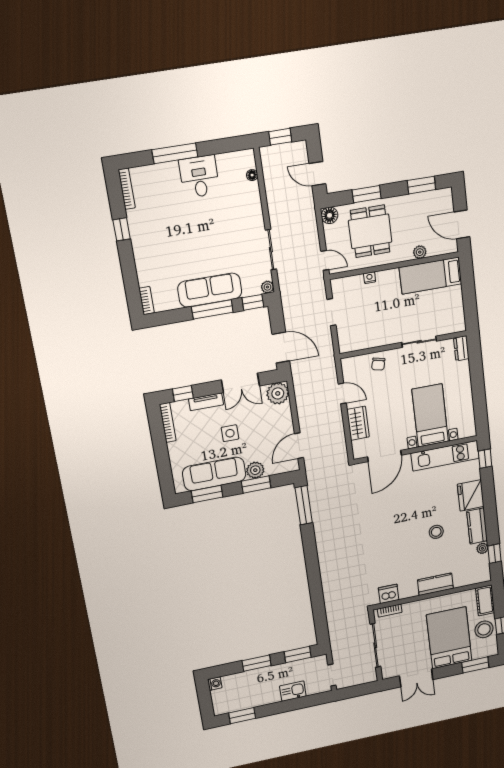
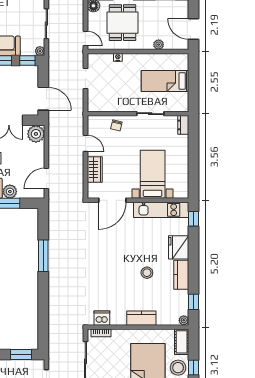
bed: (430, 276) -> (165, 81), moved
window: (304, 505) -> (43, 256), moved
plant: (482, 548) -> (184, 320), moved

